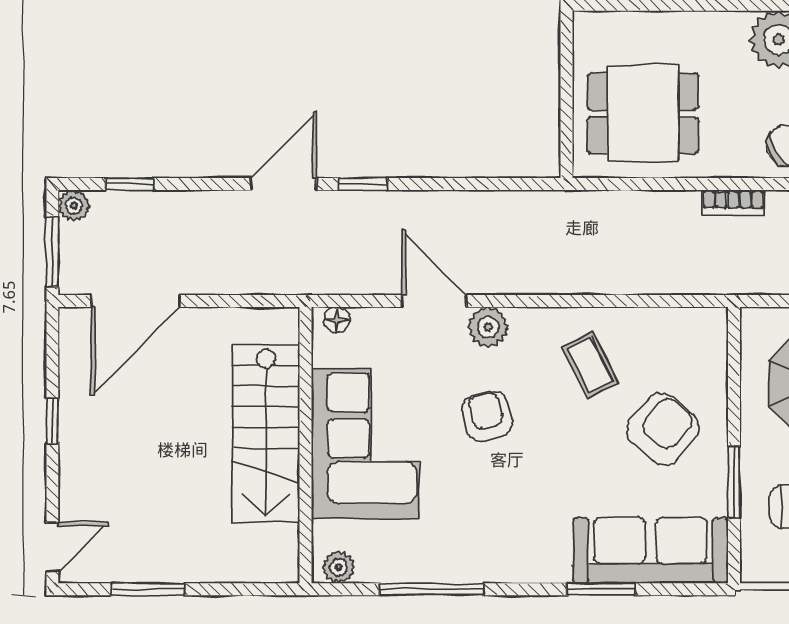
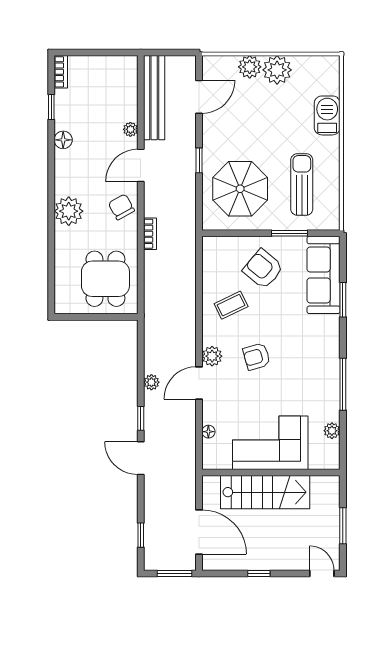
plant: (74, 206) -> (151, 382), moved
stairs: (266, 433) -> (265, 492), moved
corner sofa: (365, 443) -> (270, 443), moved
wall: (306, 445) -> (271, 472), moved

